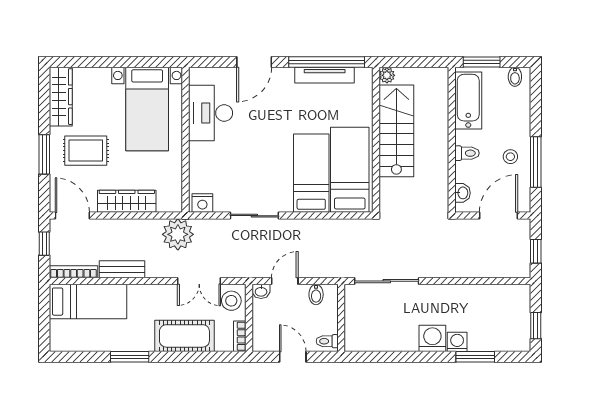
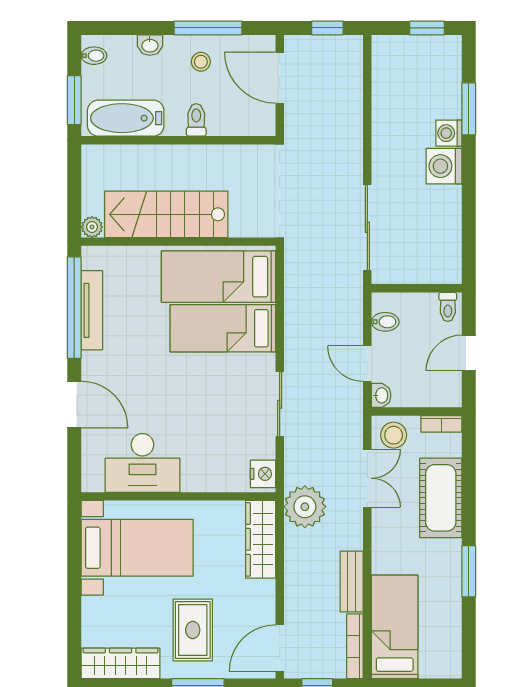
washbasin: (462, 193) -> (150, 45), moved, turned 180
wardrobe: (127, 201) -> (261, 539), moved

